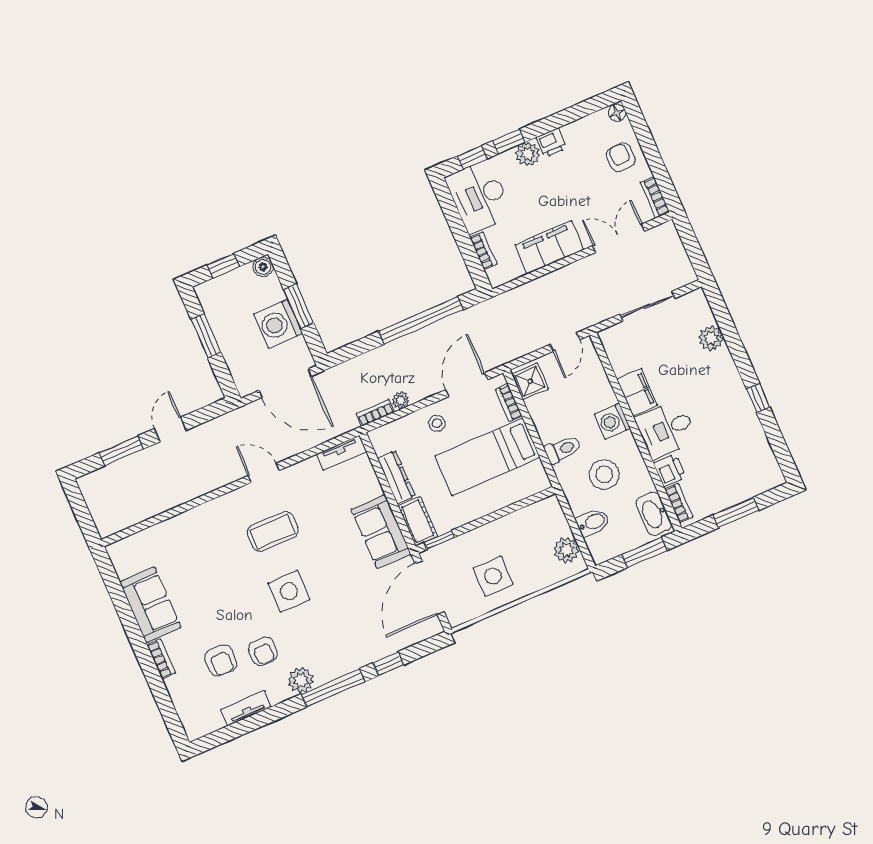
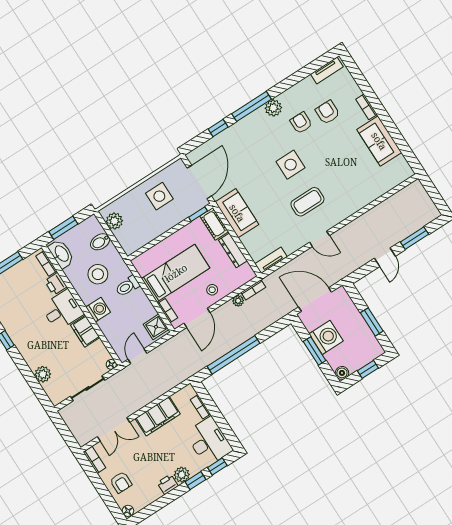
floor lamp: (606, 336) -> (111, 364), added
tv unit: (246, 708) -> (327, 70), moved

